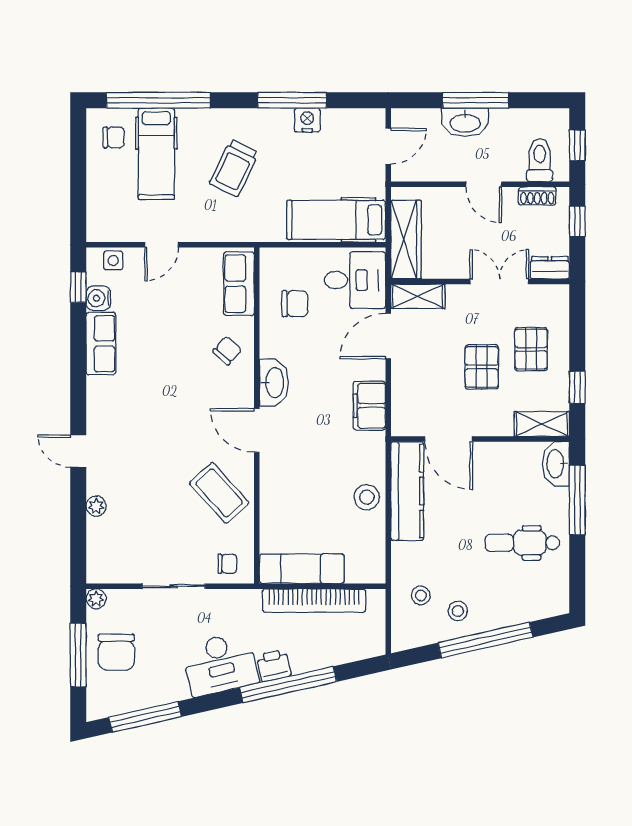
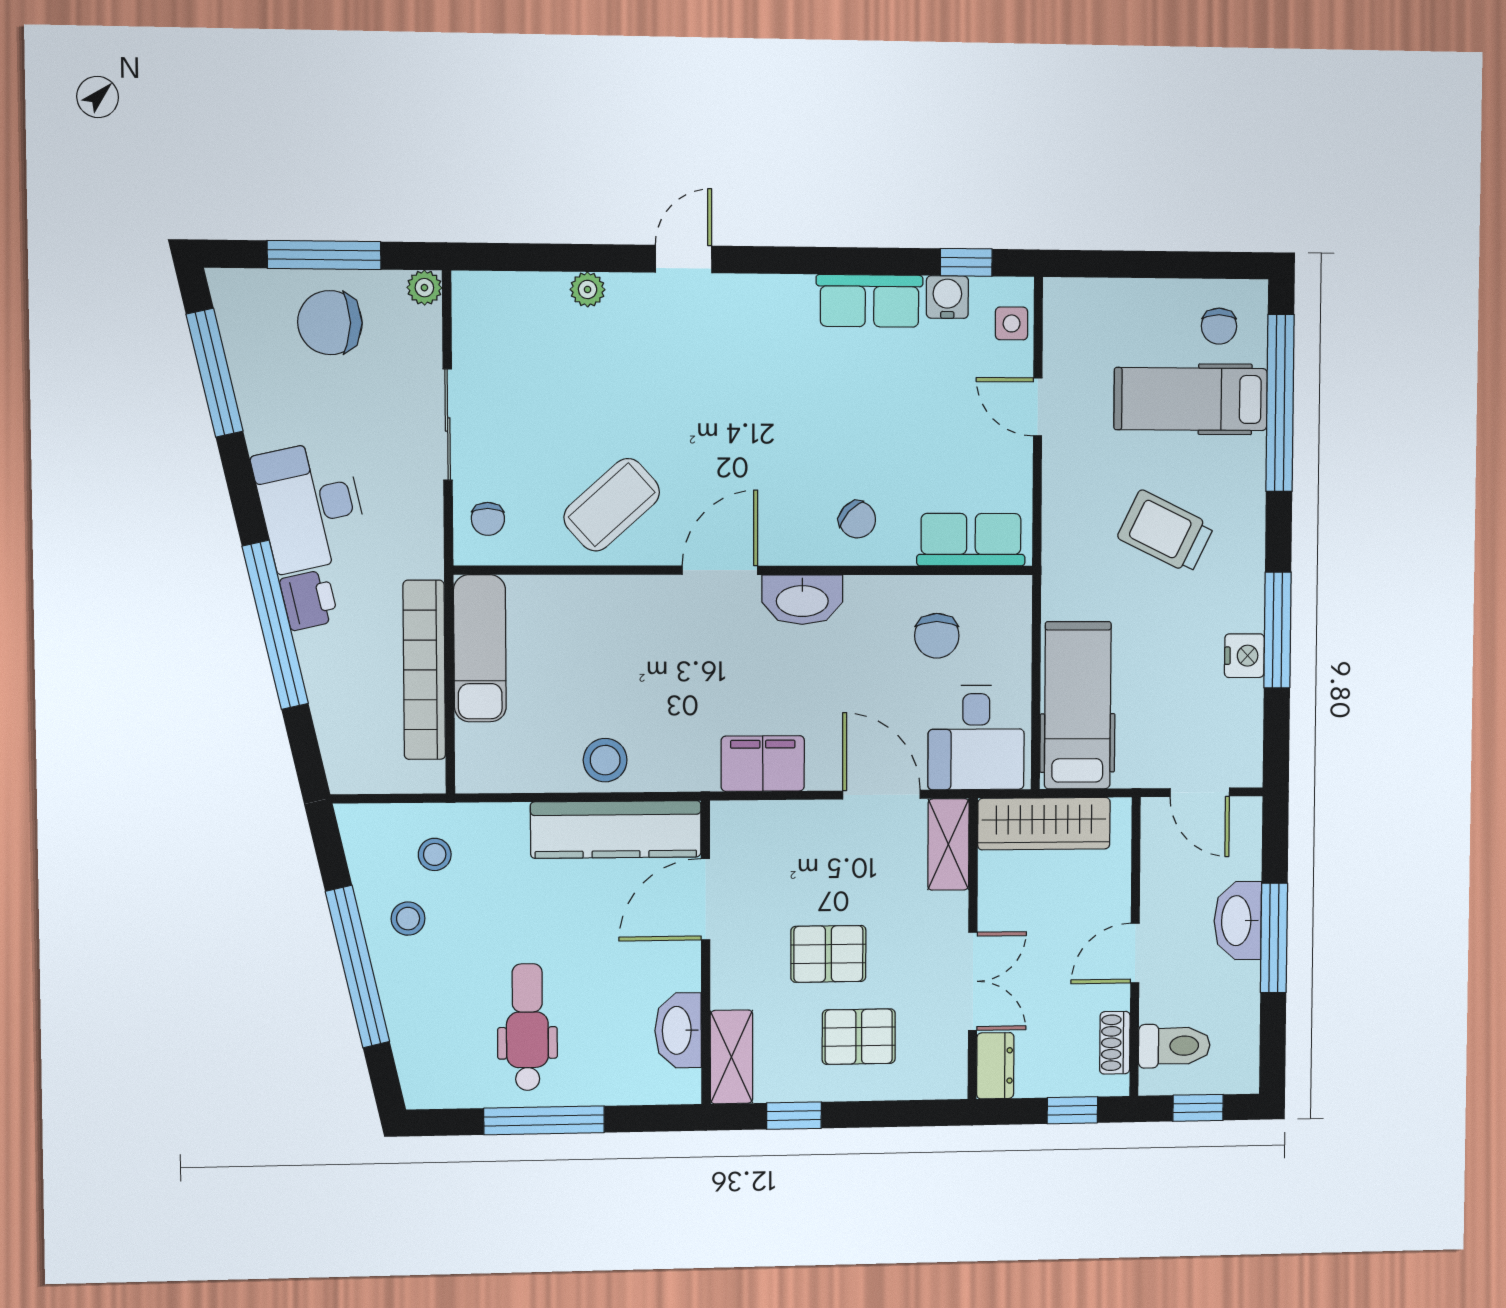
washbasin: (556, 464) -> (678, 1030), moved, turned -90
window: (577, 500) -> (544, 1120), moved

